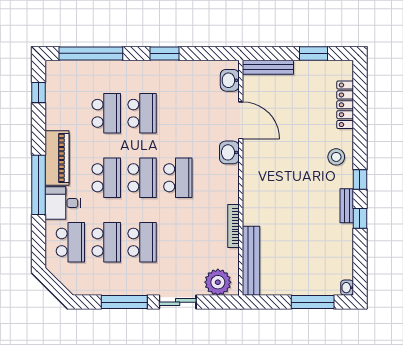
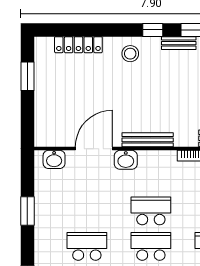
window: (165, 53) -> (27, 211), moved
bench: (268, 67) -> (148, 140), moved, turned 90

